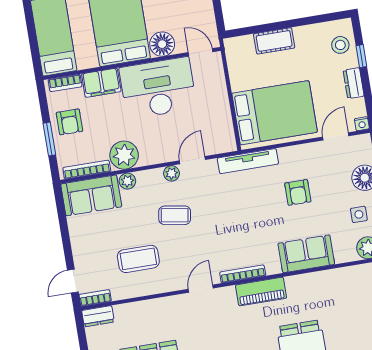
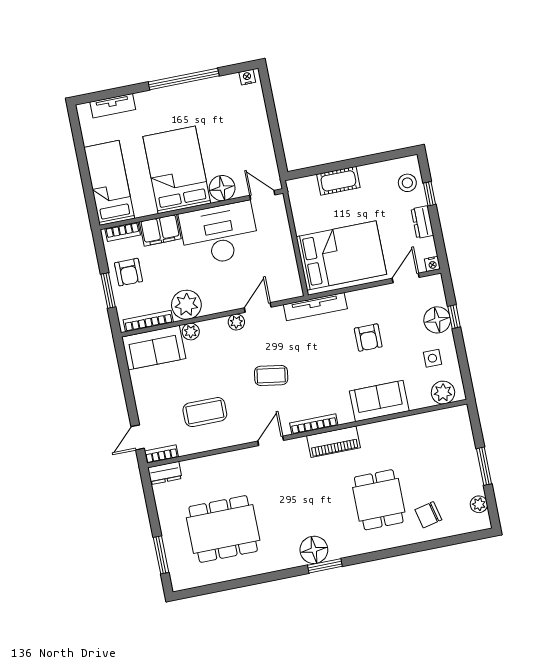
coffee table: (175, 215) -> (271, 376), moved

